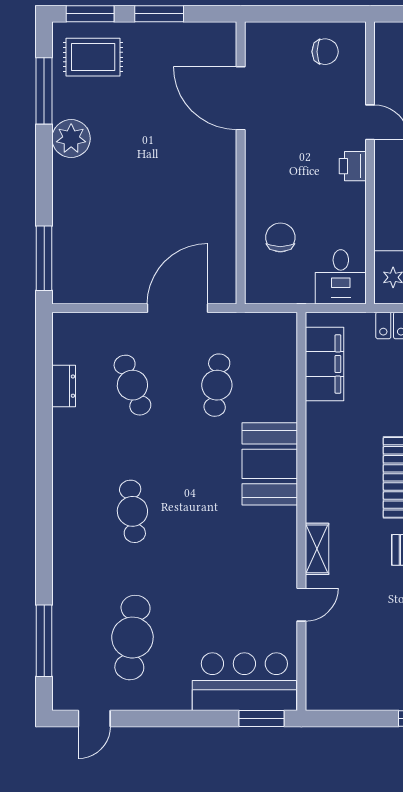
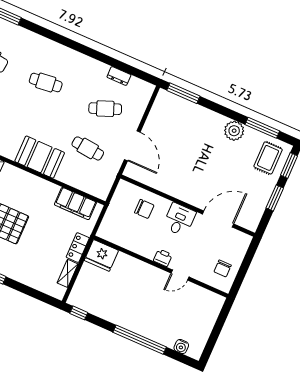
desk: (341, 277) -> (179, 220), moved, turned 90

